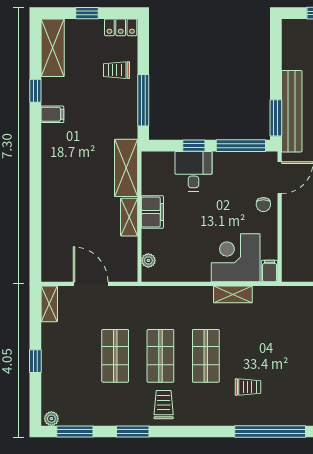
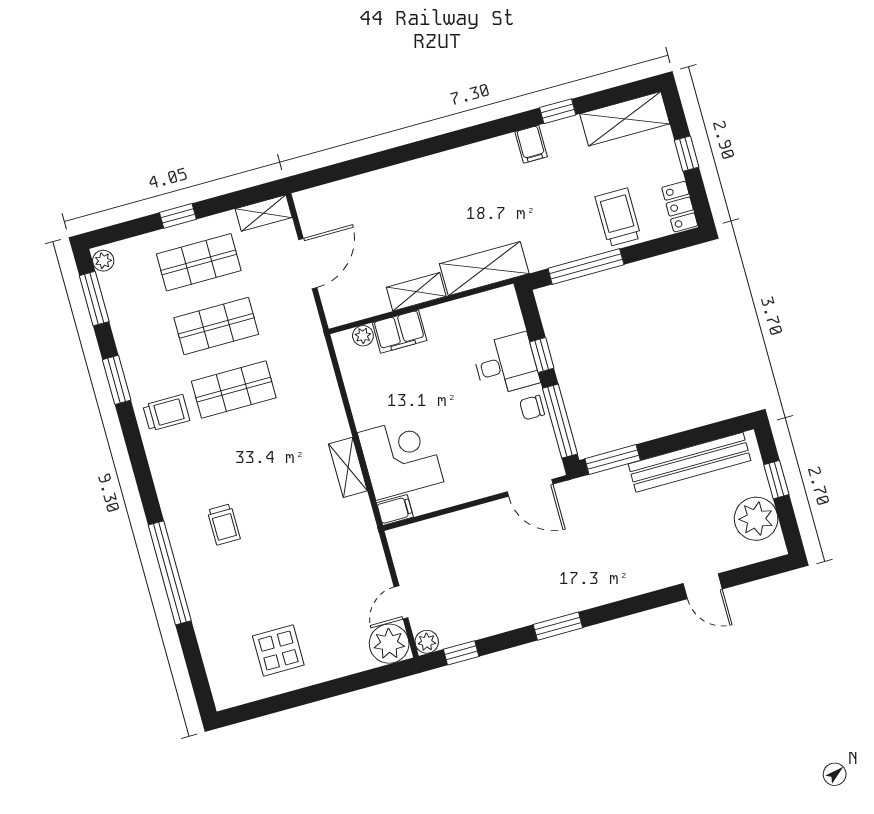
trolley: (117, 70) -> (618, 217), width x1.36, depth x1.39
bench: (292, 111) -> (690, 462), moved
chair: (263, 205) -> (532, 408), moved
filing cabinet: (152, 212) -> (400, 332), moved
shop shelf: (206, 356) -> (199, 262), moved

